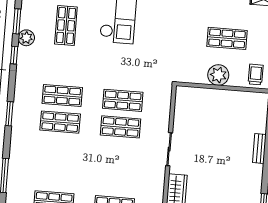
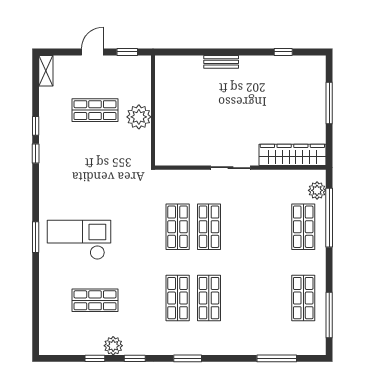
window: (17, 21) -> (95, 358), width x0.67
shop shelf: (227, 38) -> (95, 110), turned 90
trolley: (256, 75) -> (135, 73), removed
window: (9, 114) -> (188, 358), moved

